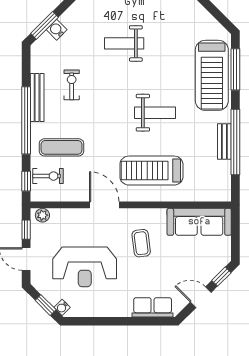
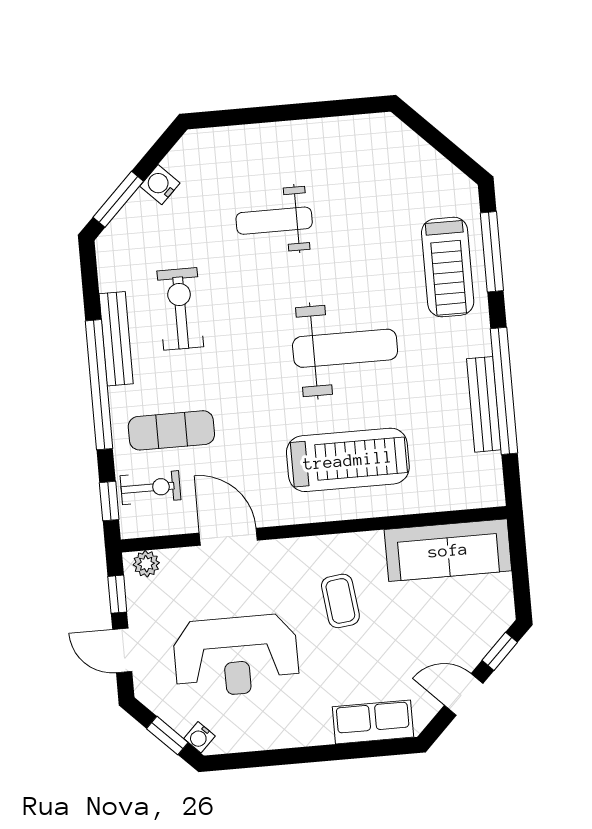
water cooler: (57, 30) -> (160, 185), moved
treadmill: (212, 75) -> (448, 267), width x0.73, depth x0.73
exercise bike: (72, 85) -> (180, 309), width x1.38, depth x1.39
weight bench: (155, 113) -> (345, 348), width x1.36, depth x1.33
bench: (224, 141) -> (484, 404), width x1.36
treadmill: (151, 171) -> (348, 460), turned 180
door: (104, 205) -> (228, 537), moved

